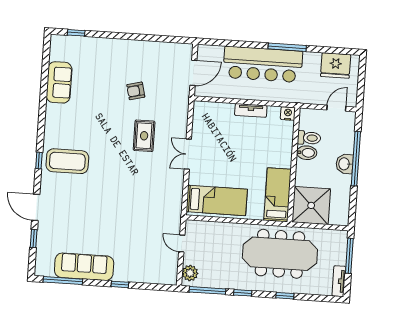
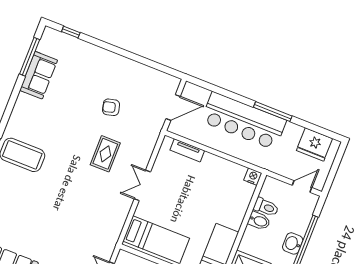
window: (45, 68) -> (30, 57), added
tv unit: (251, 110) -> (187, 150), moved

